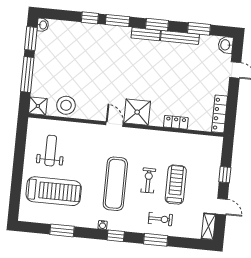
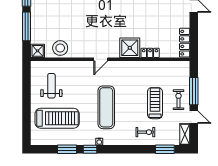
shower: (137, 112) -> (130, 48), moved
door: (114, 124) -> (101, 59), swing flipped
window: (225, 175) -> (194, 91), width x2.17
exercise bike: (148, 180) -> (179, 100), moved
window: (116, 236) -> (90, 149), moved
window: (156, 240) -> (165, 149), moved

